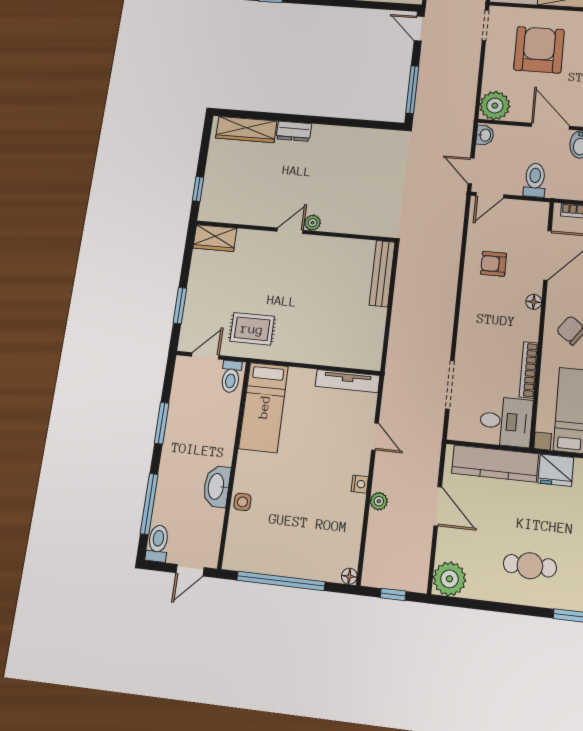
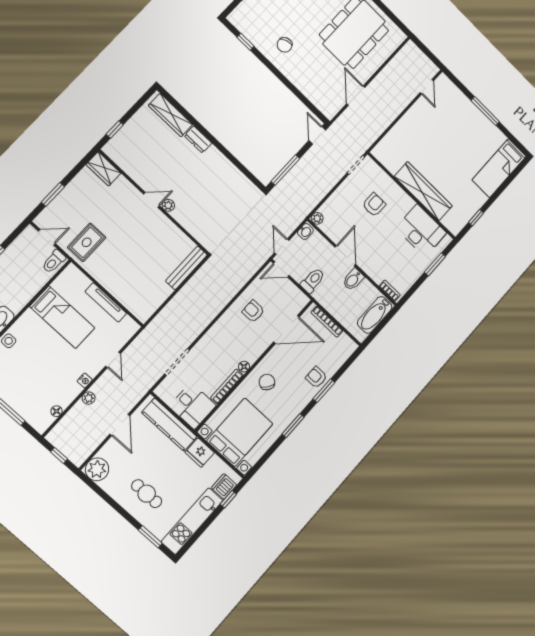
armchair: (539, 50) -> (374, 205), width x0.53, depth x0.53
plant: (495, 106) -> (317, 218), width x0.53, depth x0.53
floor lamp: (534, 302) -> (244, 367), moved
rug: (252, 329) -> (87, 242), turned 90
tv unit: (347, 381) -> (106, 302), moved
bed: (264, 407) -> (62, 317), moved, turned -90
floor lamp: (349, 576) -> (57, 411), moved

